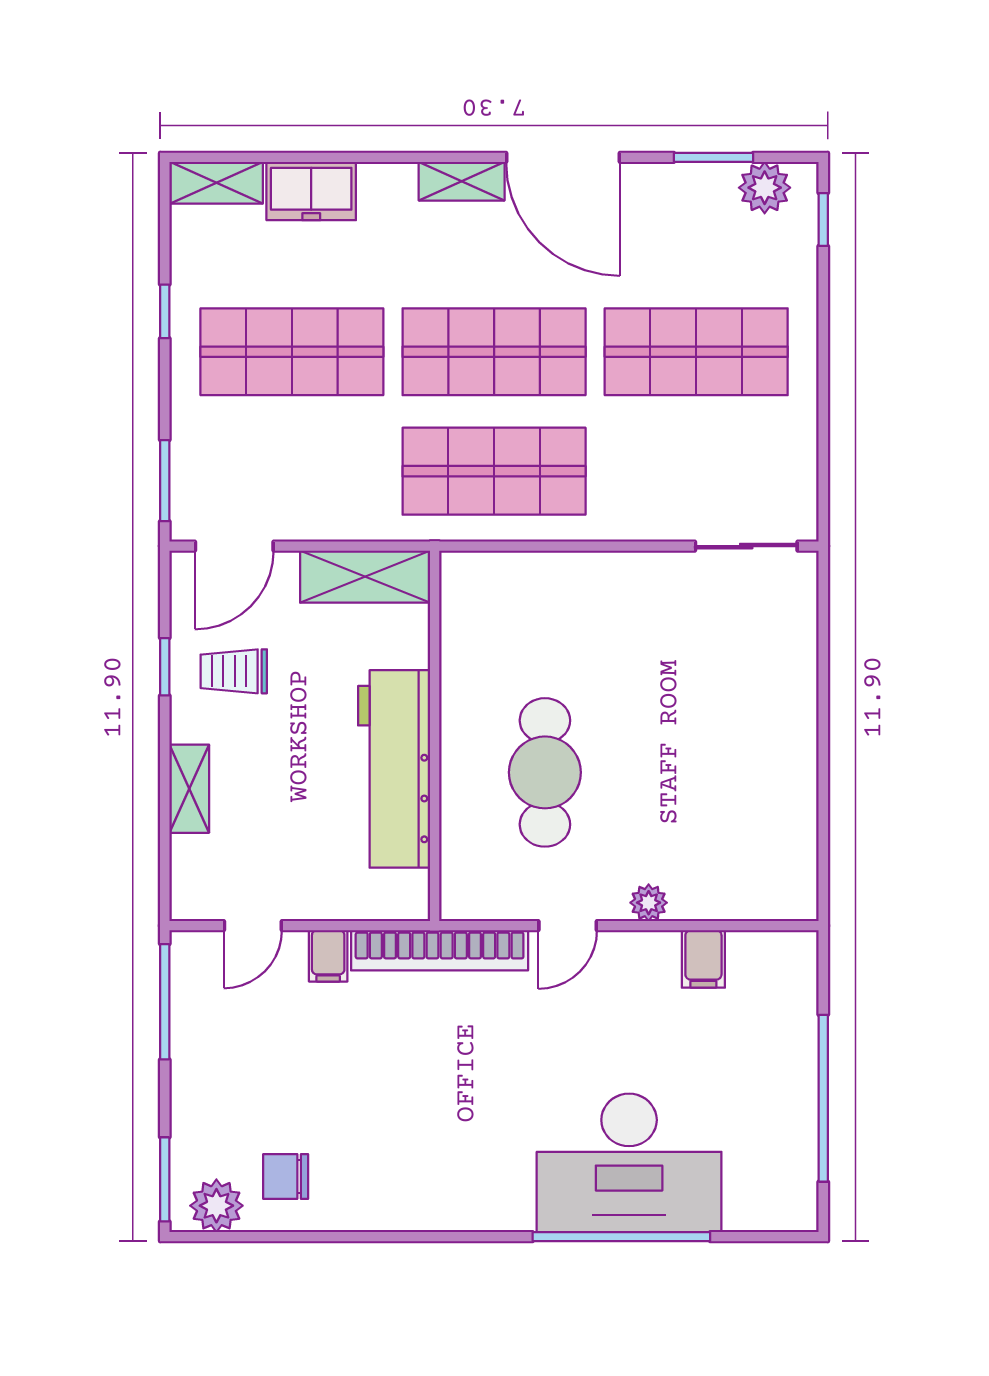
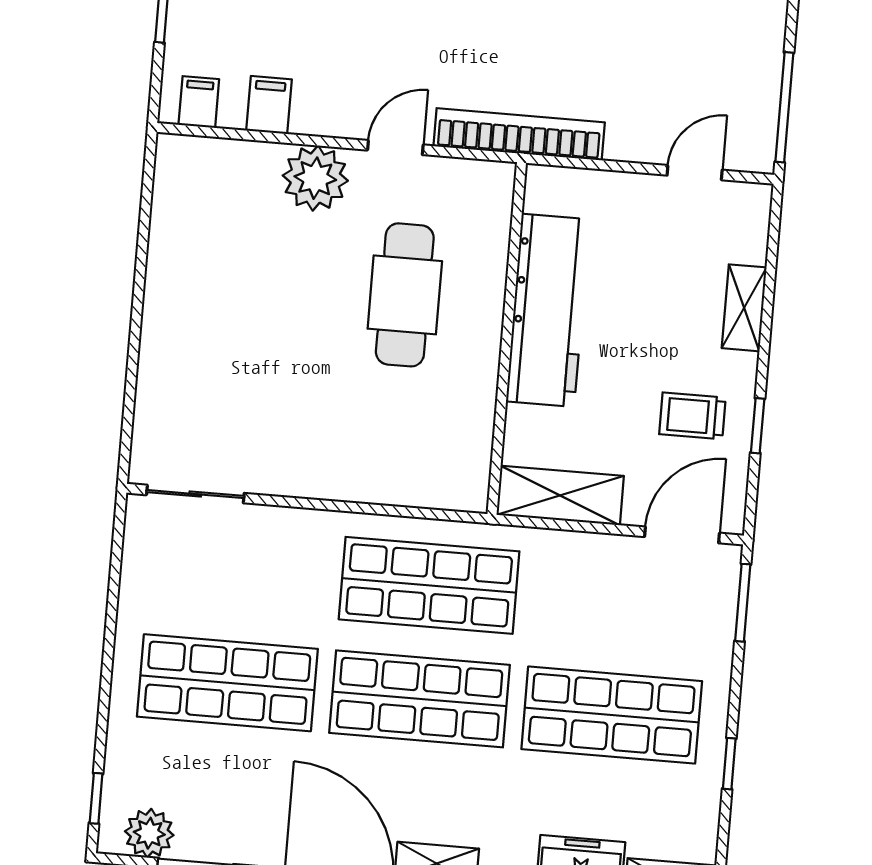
trolley: (234, 671) -> (692, 416), turned 180
plant: (649, 903) -> (315, 178), width x1.87, depth x1.87
filing cabinet: (328, 956) -> (199, 102), moved

